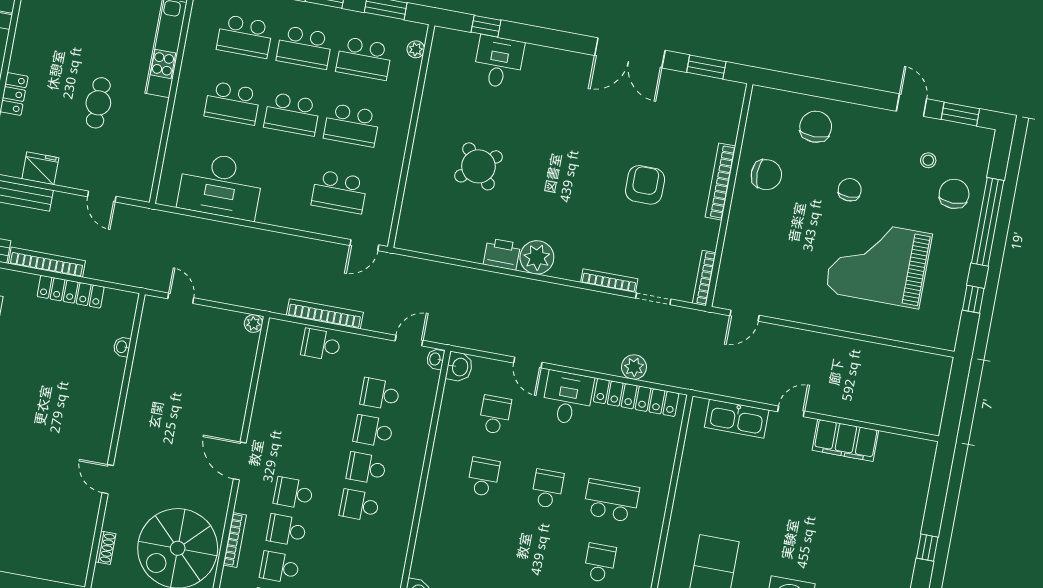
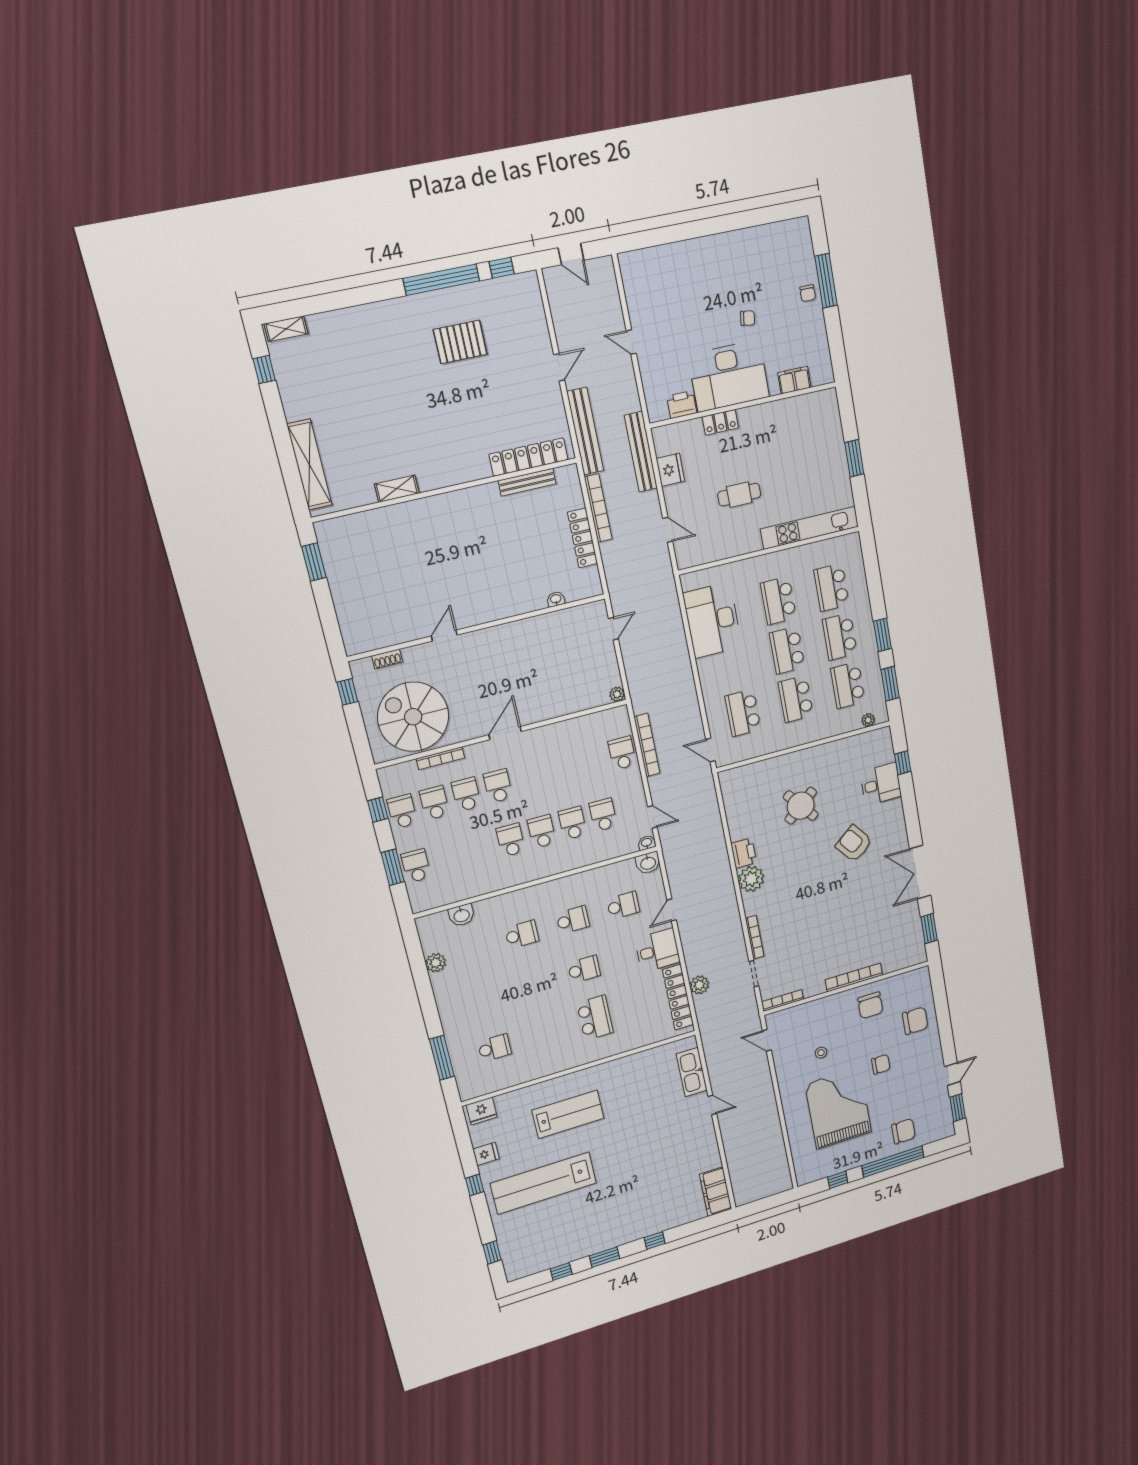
stool: (928, 160) -> (821, 1053), moved
armchair: (645, 185) -> (854, 844), moved, turned -128
door: (102, 196) -> (668, 530), swing flipped
filing cabinet: (845, 440) -> (716, 1191), moved
school desk: (600, 563) -> (522, 934), moved

